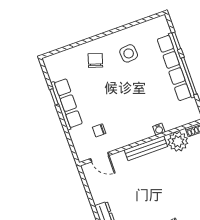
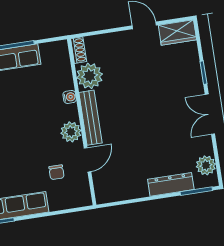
plant: (132, 135) -> (71, 132), added
door: (100, 157) -> (88, 160), moved

